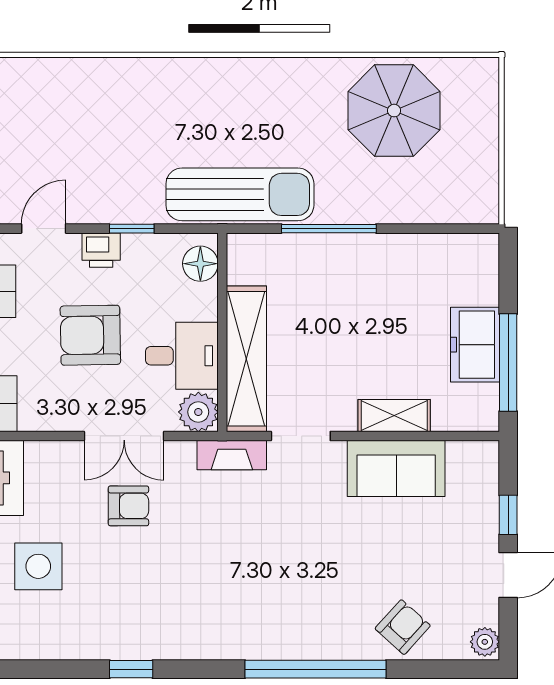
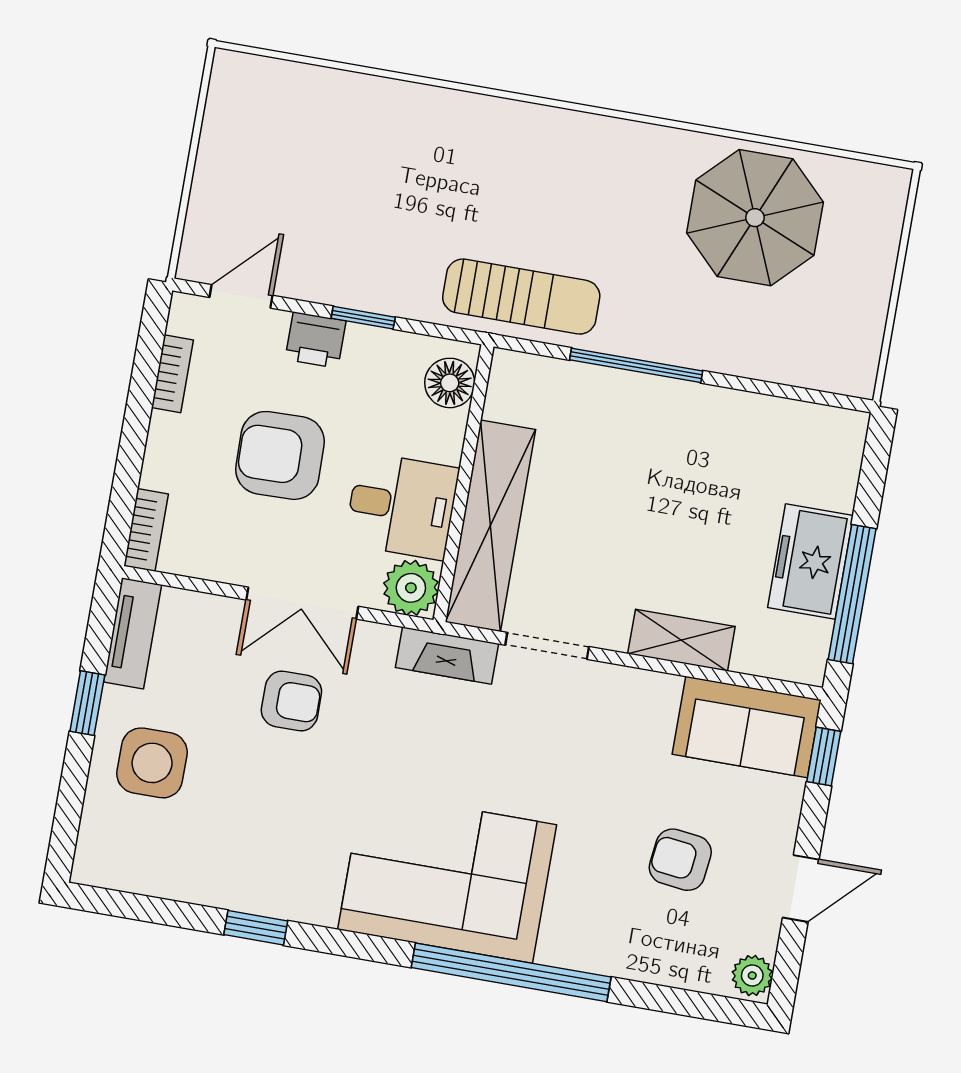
sun lounger: (240, 194) -> (521, 297), width x0.73, depth x0.75
sofa: (396, 468) -> (747, 727), moved
window: (508, 515) -> (824, 757), moved
corner sofa: (259, 610) -> (447, 877), added
armchair: (403, 627) -> (680, 860), moved, turned -125

